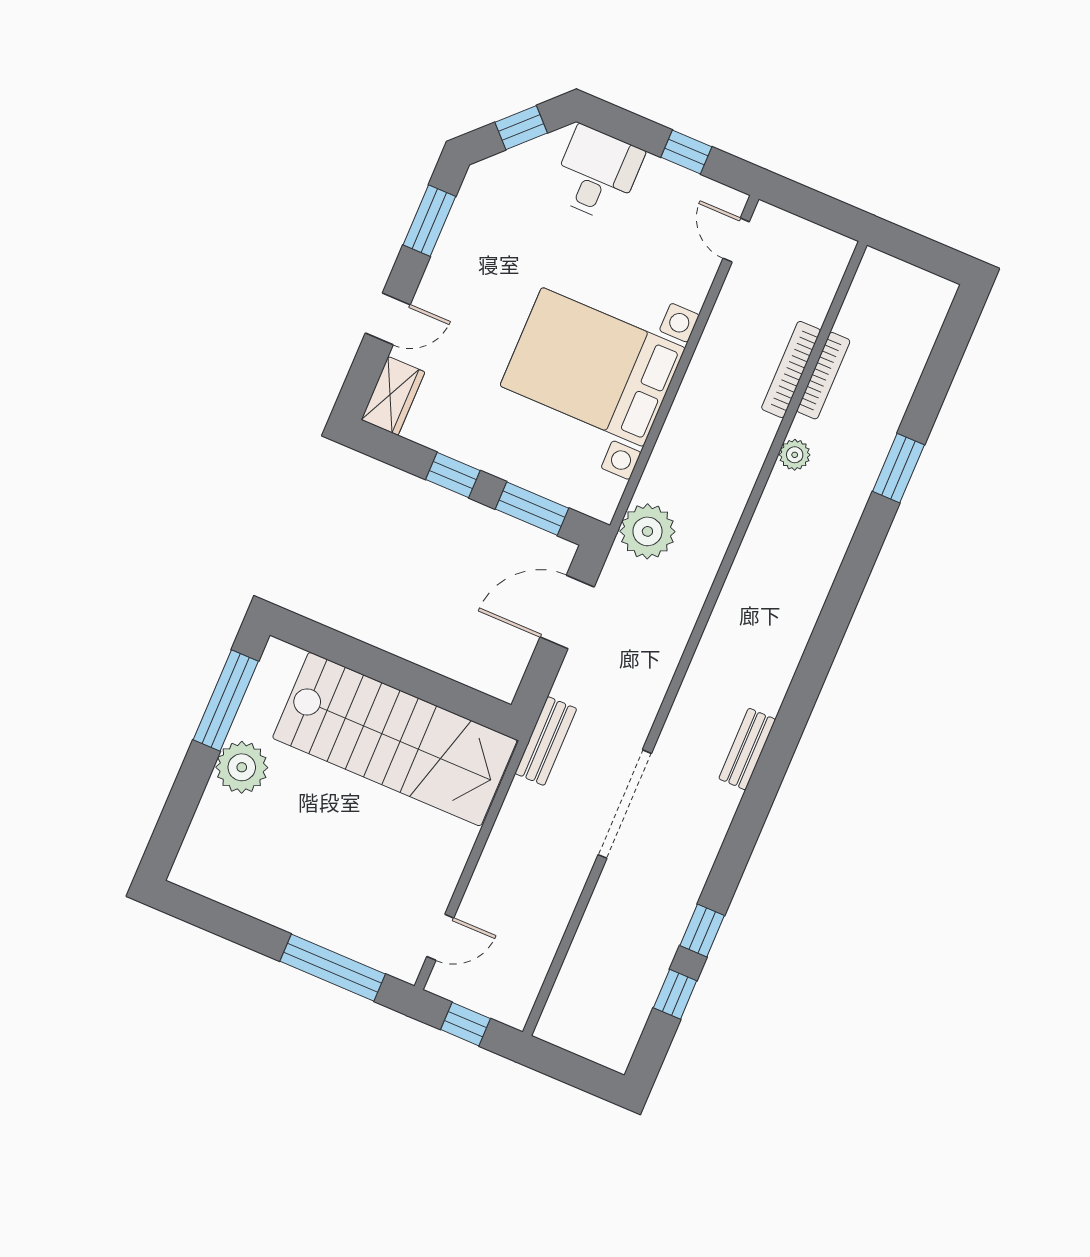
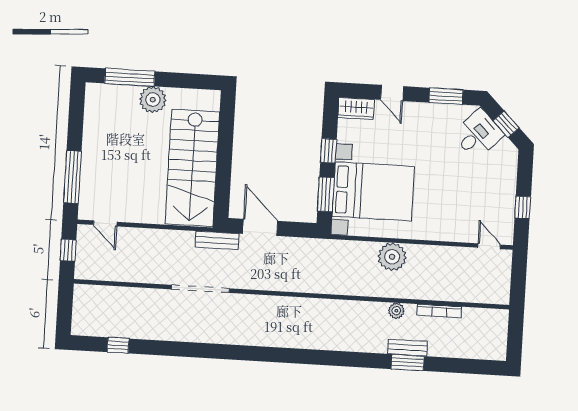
desk: (597, 174) -> (478, 134), moved, turned -45
door: (736, 240) -> (489, 246), hinge flipped
bed with nightstands: (593, 367) -> (373, 191), moved, turned 90
bookcase: (791, 369) -> (437, 294), removed
plant: (647, 531) -> (392, 257), moved
door: (567, 612) -> (260, 227), moved
window: (226, 701) -> (130, 77), moved
bench: (747, 749) -> (408, 348), moved
window: (702, 931) -> (153, 347), removed

